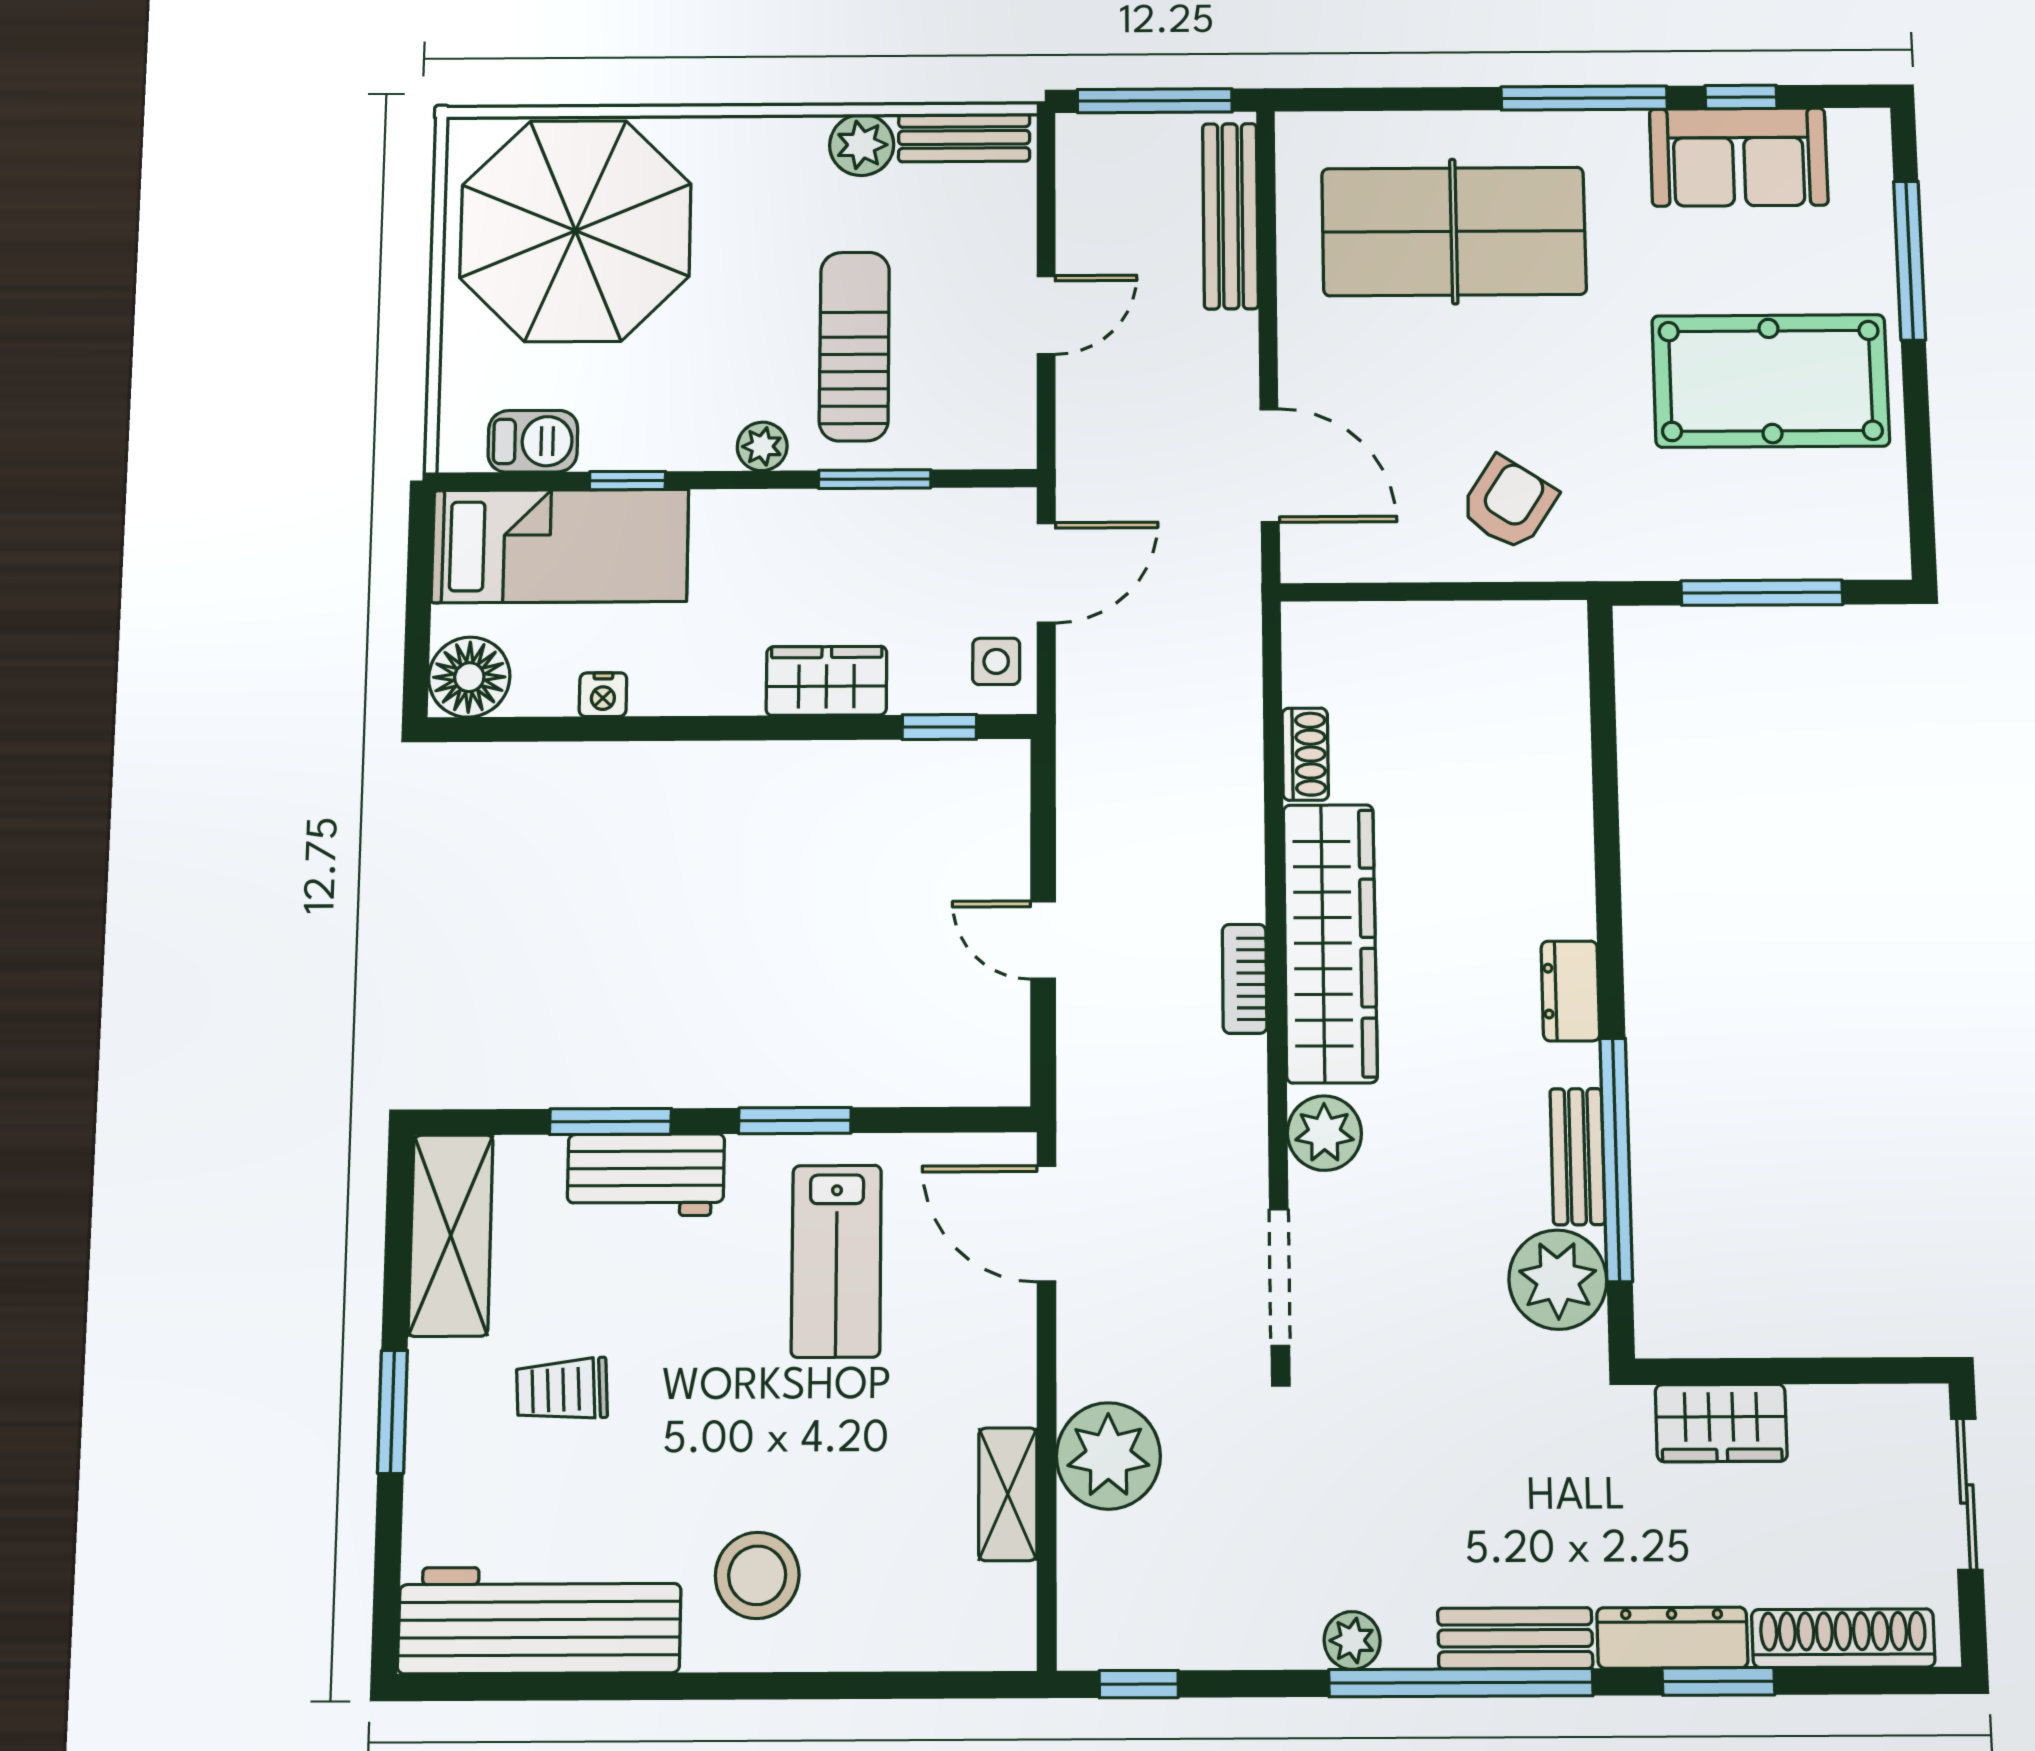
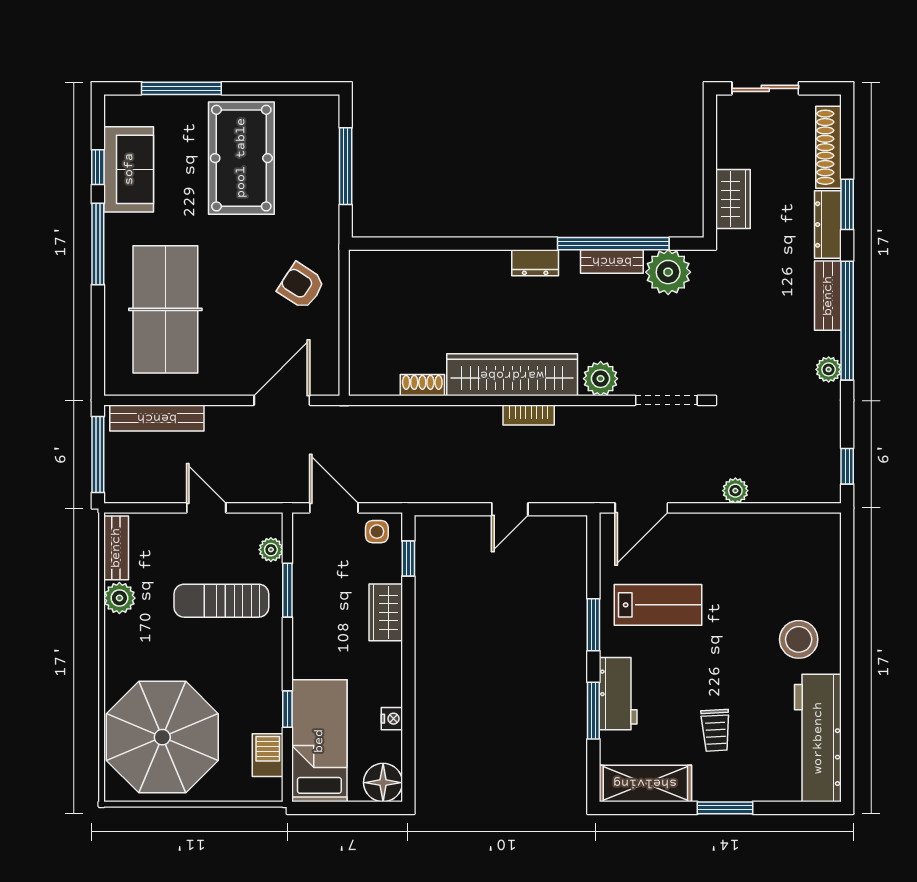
plant: (762, 446) -> (271, 550), moved
plant: (1108, 1456) -> (735, 491), width x0.53, depth x0.53
shelving: (1008, 1494) -> (763, 526), removed

